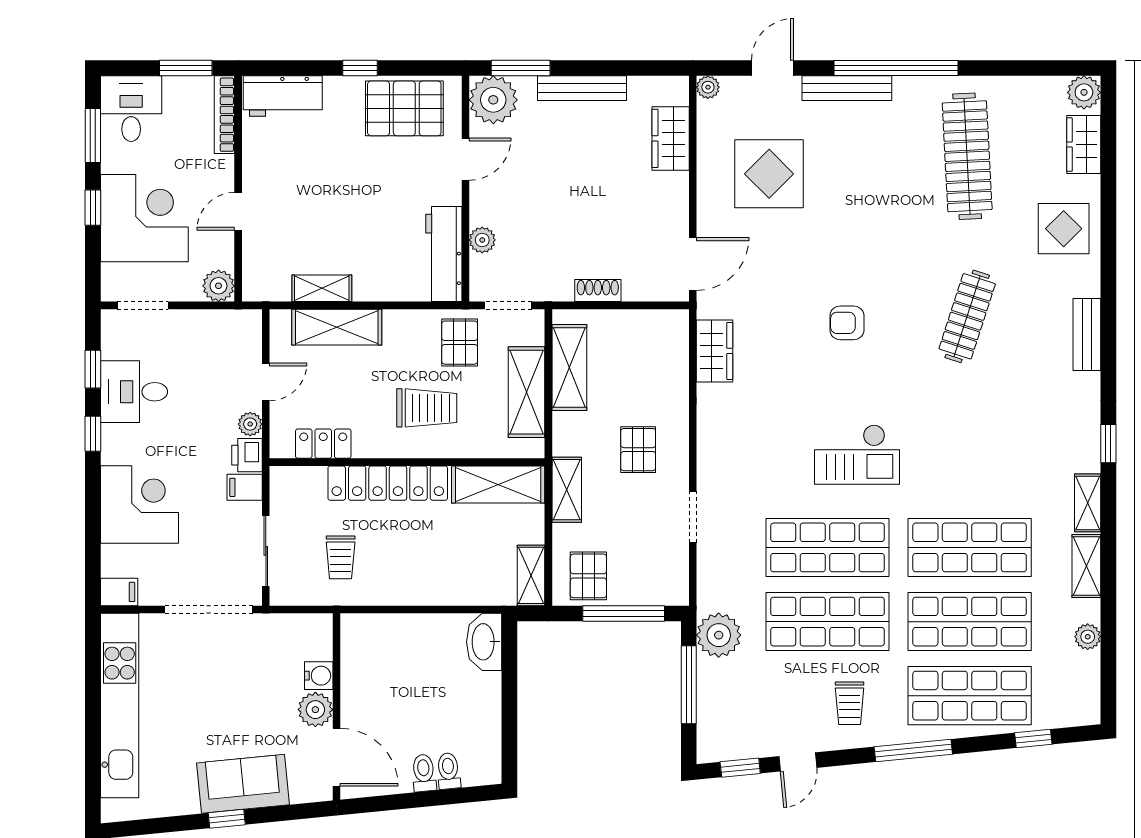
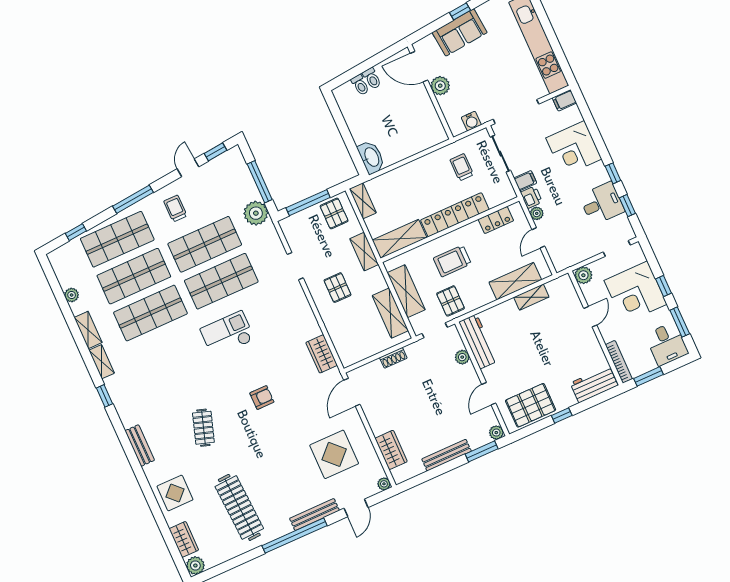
plant: (493, 100) -> (496, 433), width x0.53, depth x0.53
clothes rail: (967, 316) -> (203, 428), width x0.73
water cooler: (319, 676) -> (471, 121), moved, turned -90

